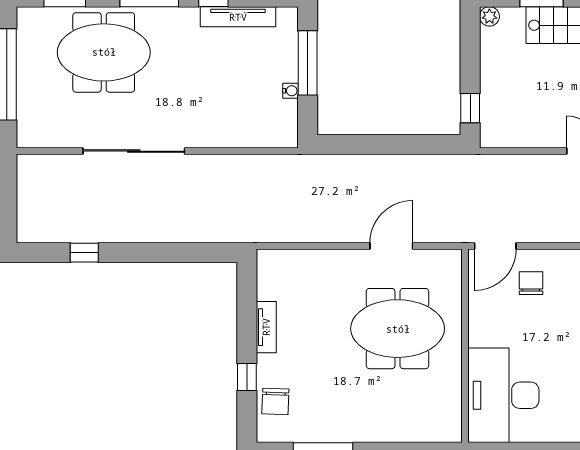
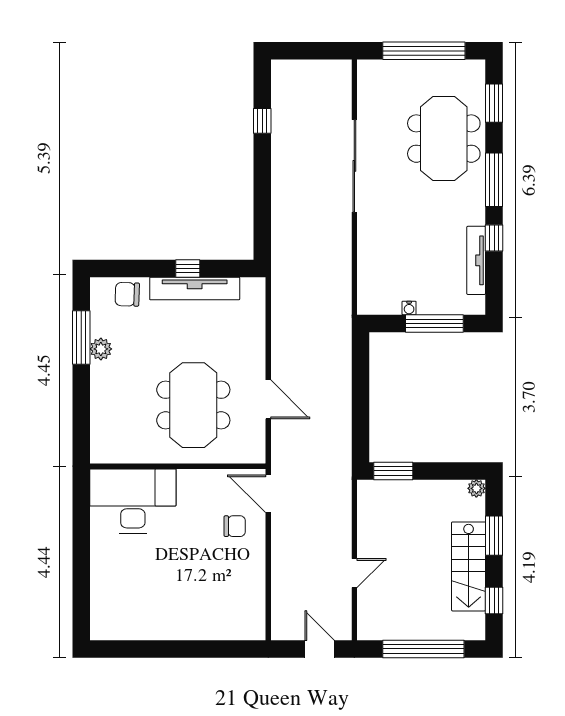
window: (470, 108) -> (393, 471), width x1.50
tv unit: (266, 327) -> (195, 288), width x1.92, depth x1.29
window: (247, 377) -> (188, 268), moved
plant: (336, 431) -> (101, 349), added

